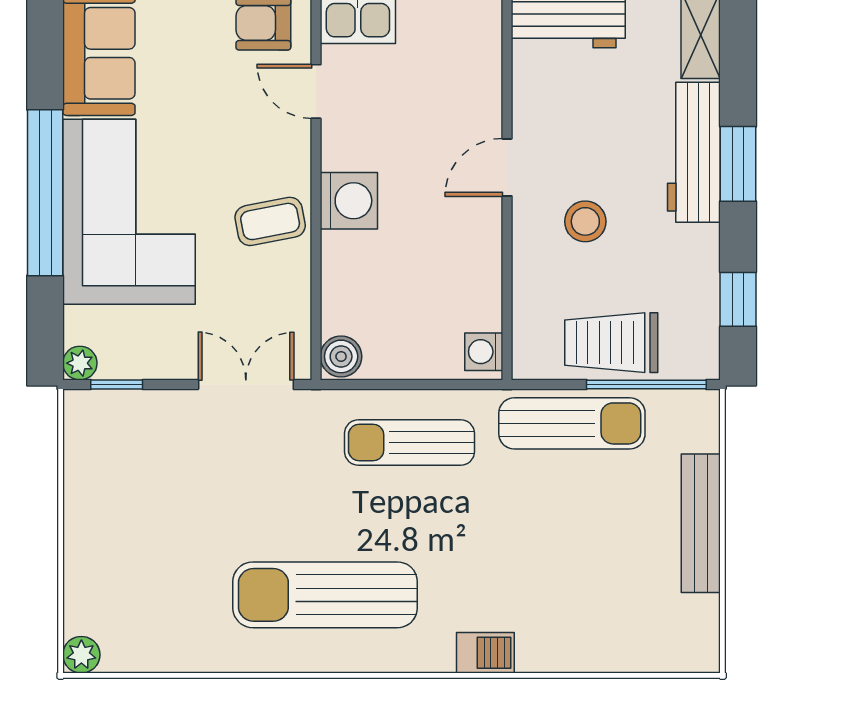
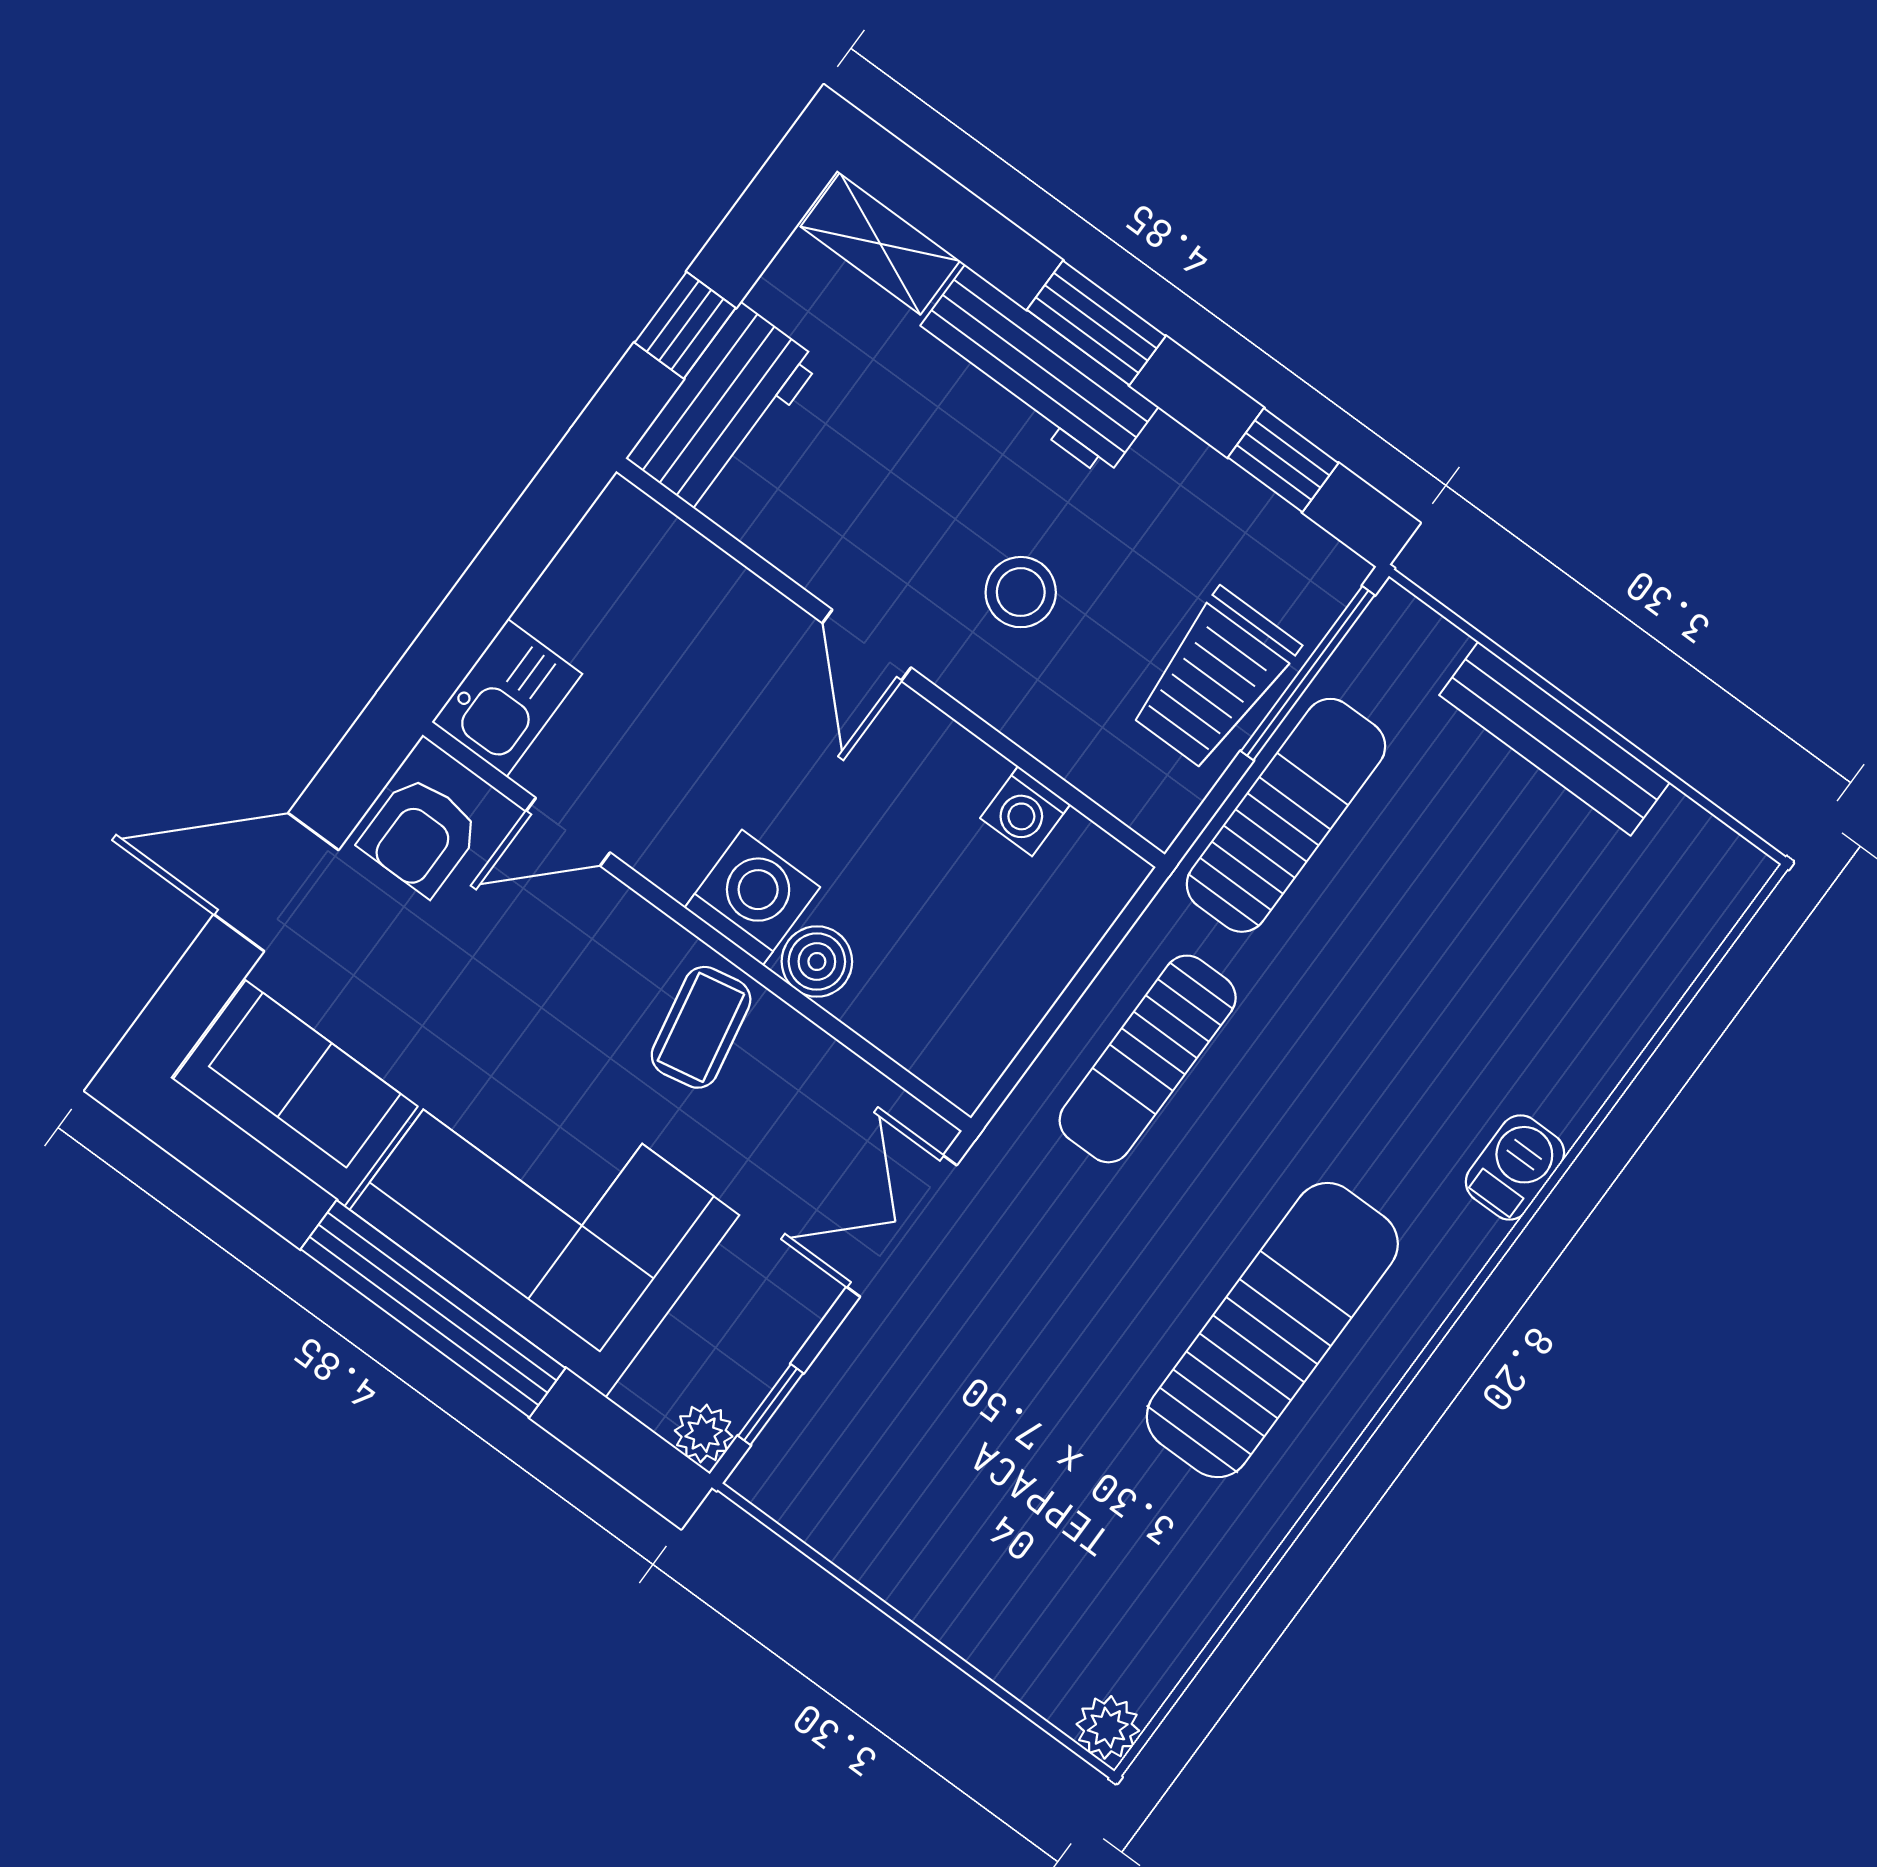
washing machine: (484, 352) -> (1025, 811), moved
boiler: (341, 356) -> (817, 962), moved
sun lounger: (325, 595) -> (1272, 1330), turned 180

